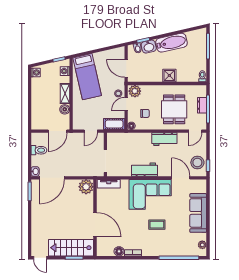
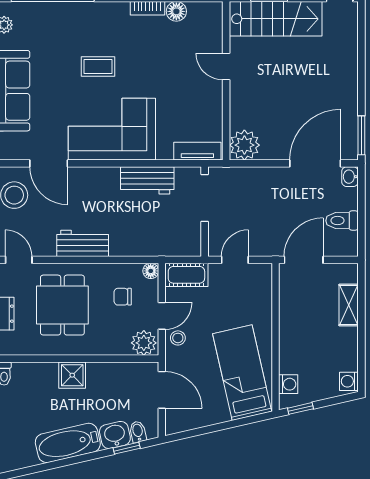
shelving: (65, 94) -> (349, 305), moved
boiler: (65, 109) -> (289, 305), removed
door: (195, 131) -> (19, 260), hinge flipped
workbench: (144, 170) -> (147, 180), moved
door: (95, 225) -> (226, 66), width x0.53

